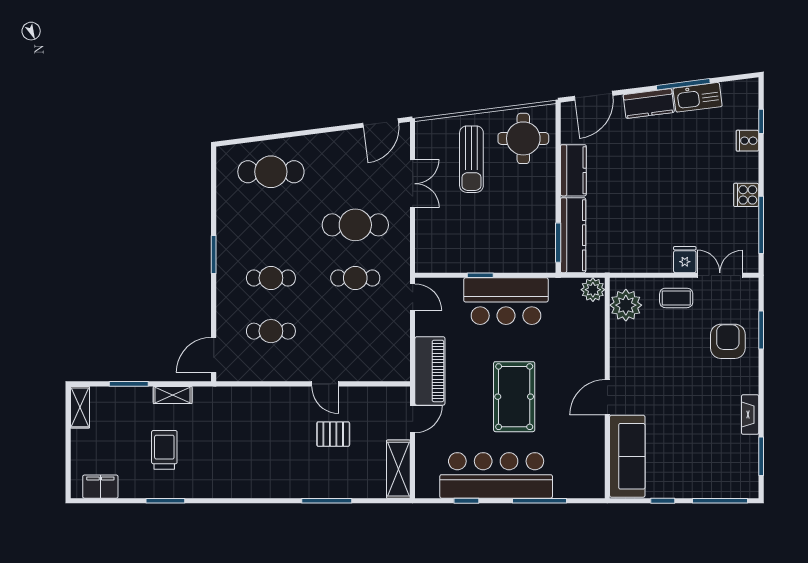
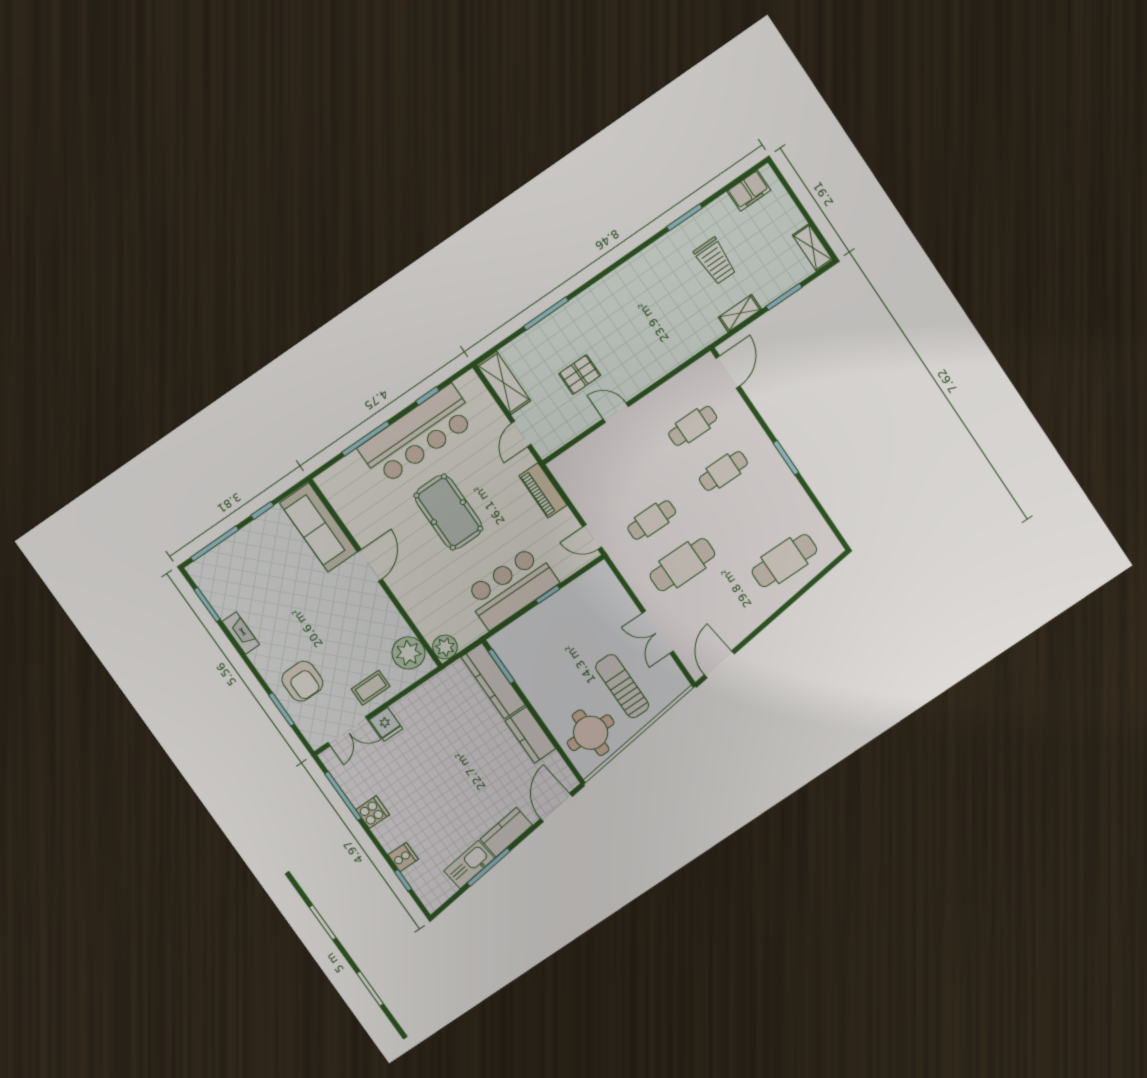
piano: (430, 371) -> (543, 490), width x0.73, depth x0.75

